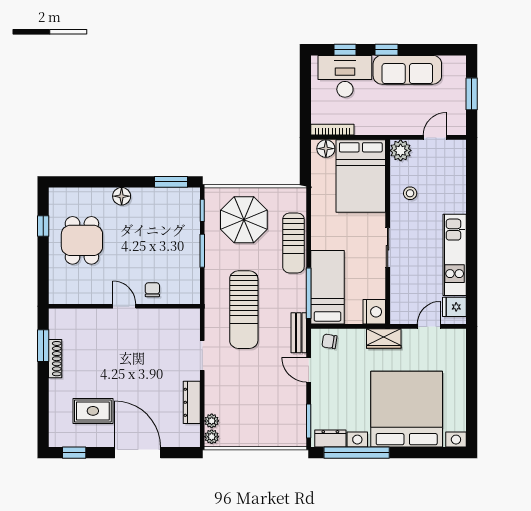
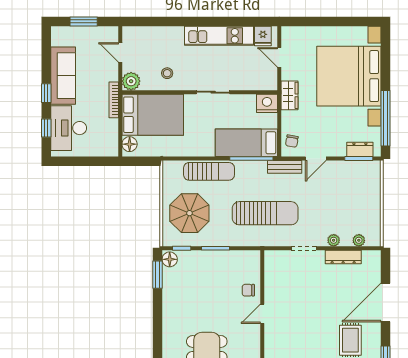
bookcase: (332, 130) -> (114, 100), moved
floor lamp: (122, 196) -> (170, 259), moved
plant: (212, 437) -> (334, 240), moved
dresser: (330, 438) -> (360, 149), moved, turned 90

